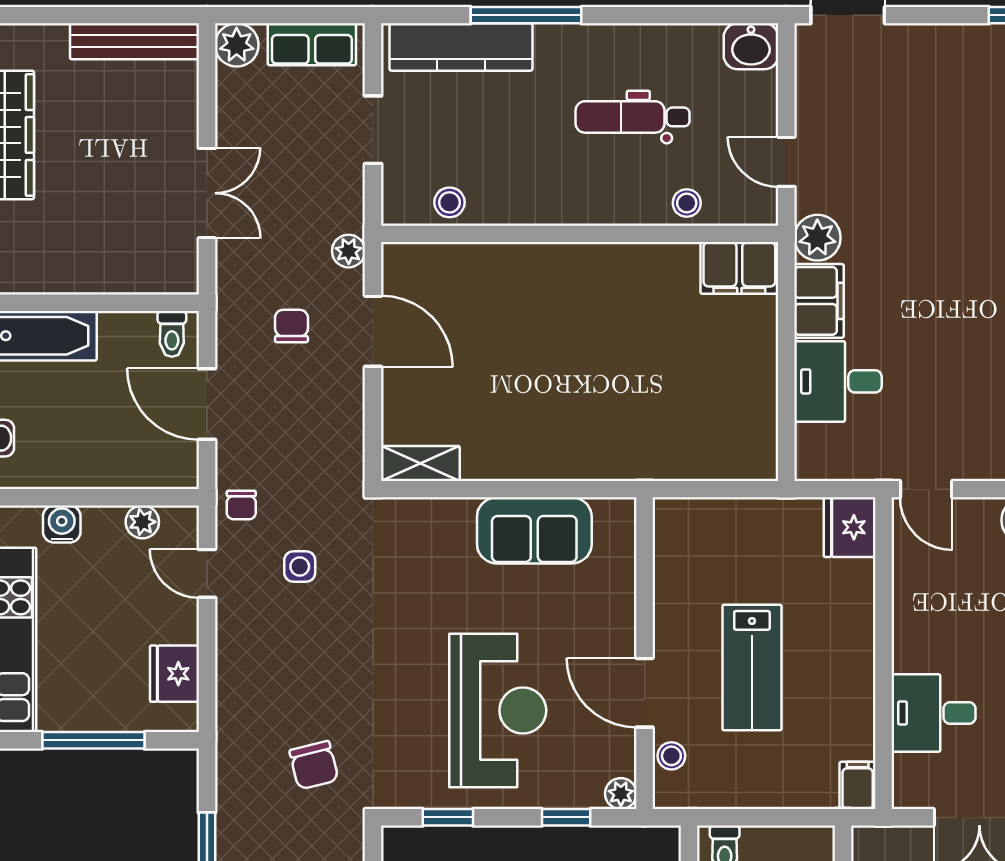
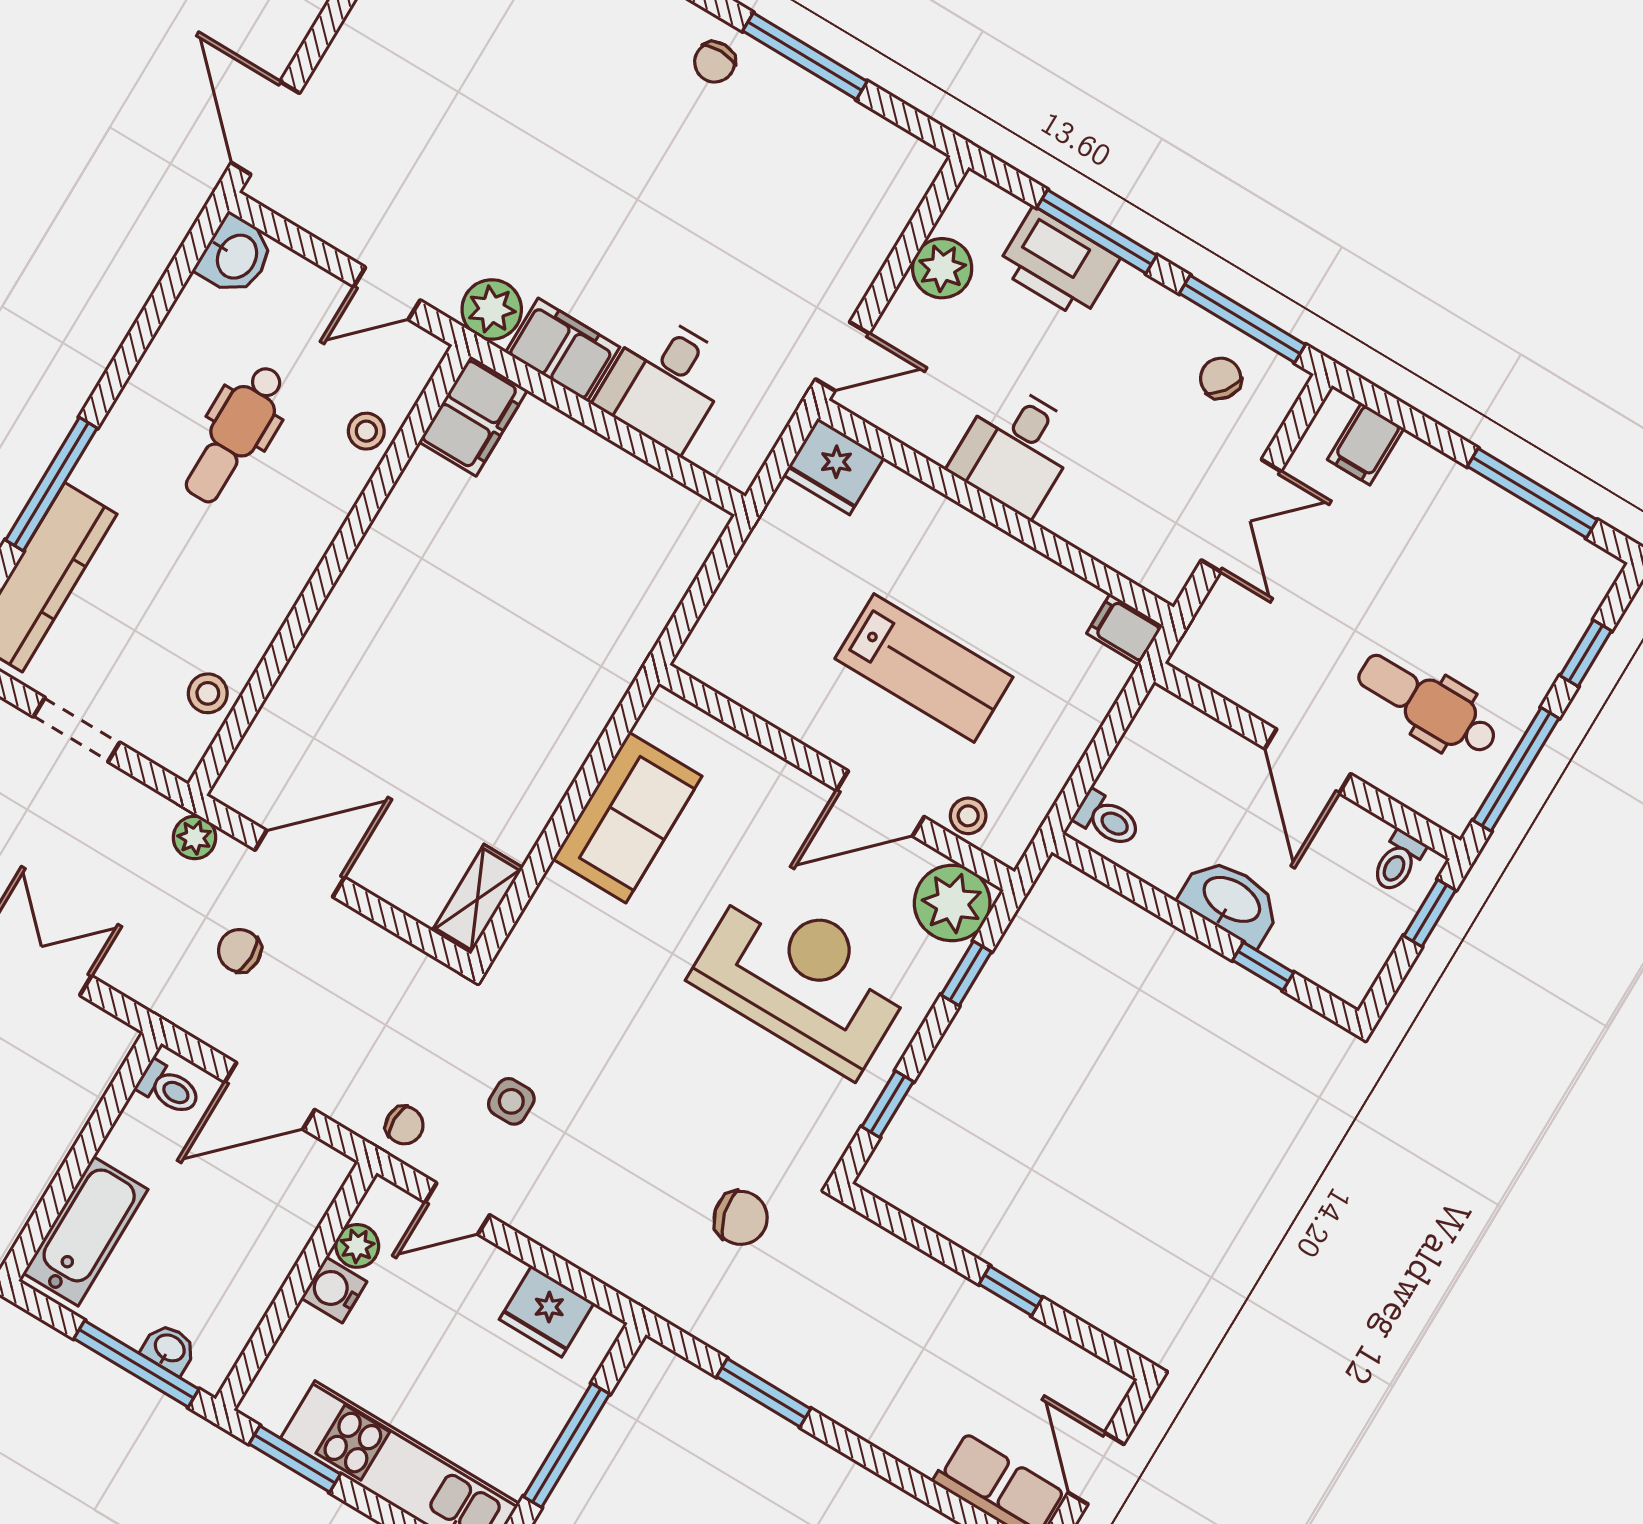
water cooler: (62, 524) -> (334, 1290), moved
desk: (934, 713) -> (1016, 449), moved
plant: (621, 794) -> (952, 903), width x1.87, depth x1.87

